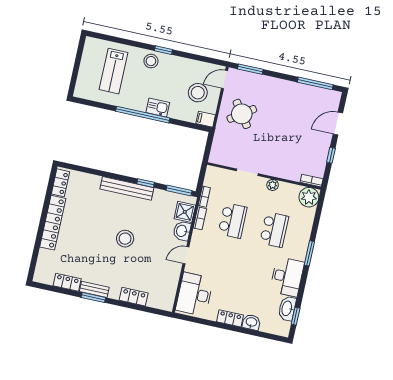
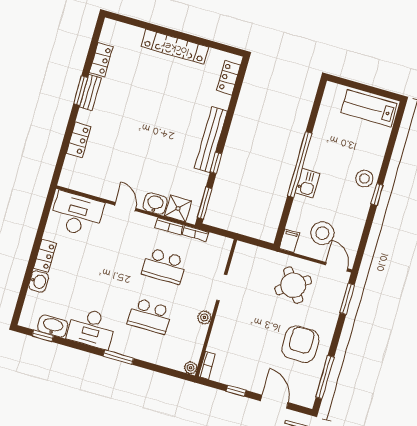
lab bench: (113, 71) -> (369, 108), moved
armchair: (290, 105) -> (300, 344), added
locker: (60, 183) -> (229, 78), moved, turned 90
plant: (309, 197) -> (191, 368), width x0.53, depth x0.53
stool: (125, 239) -> (150, 134), removed

